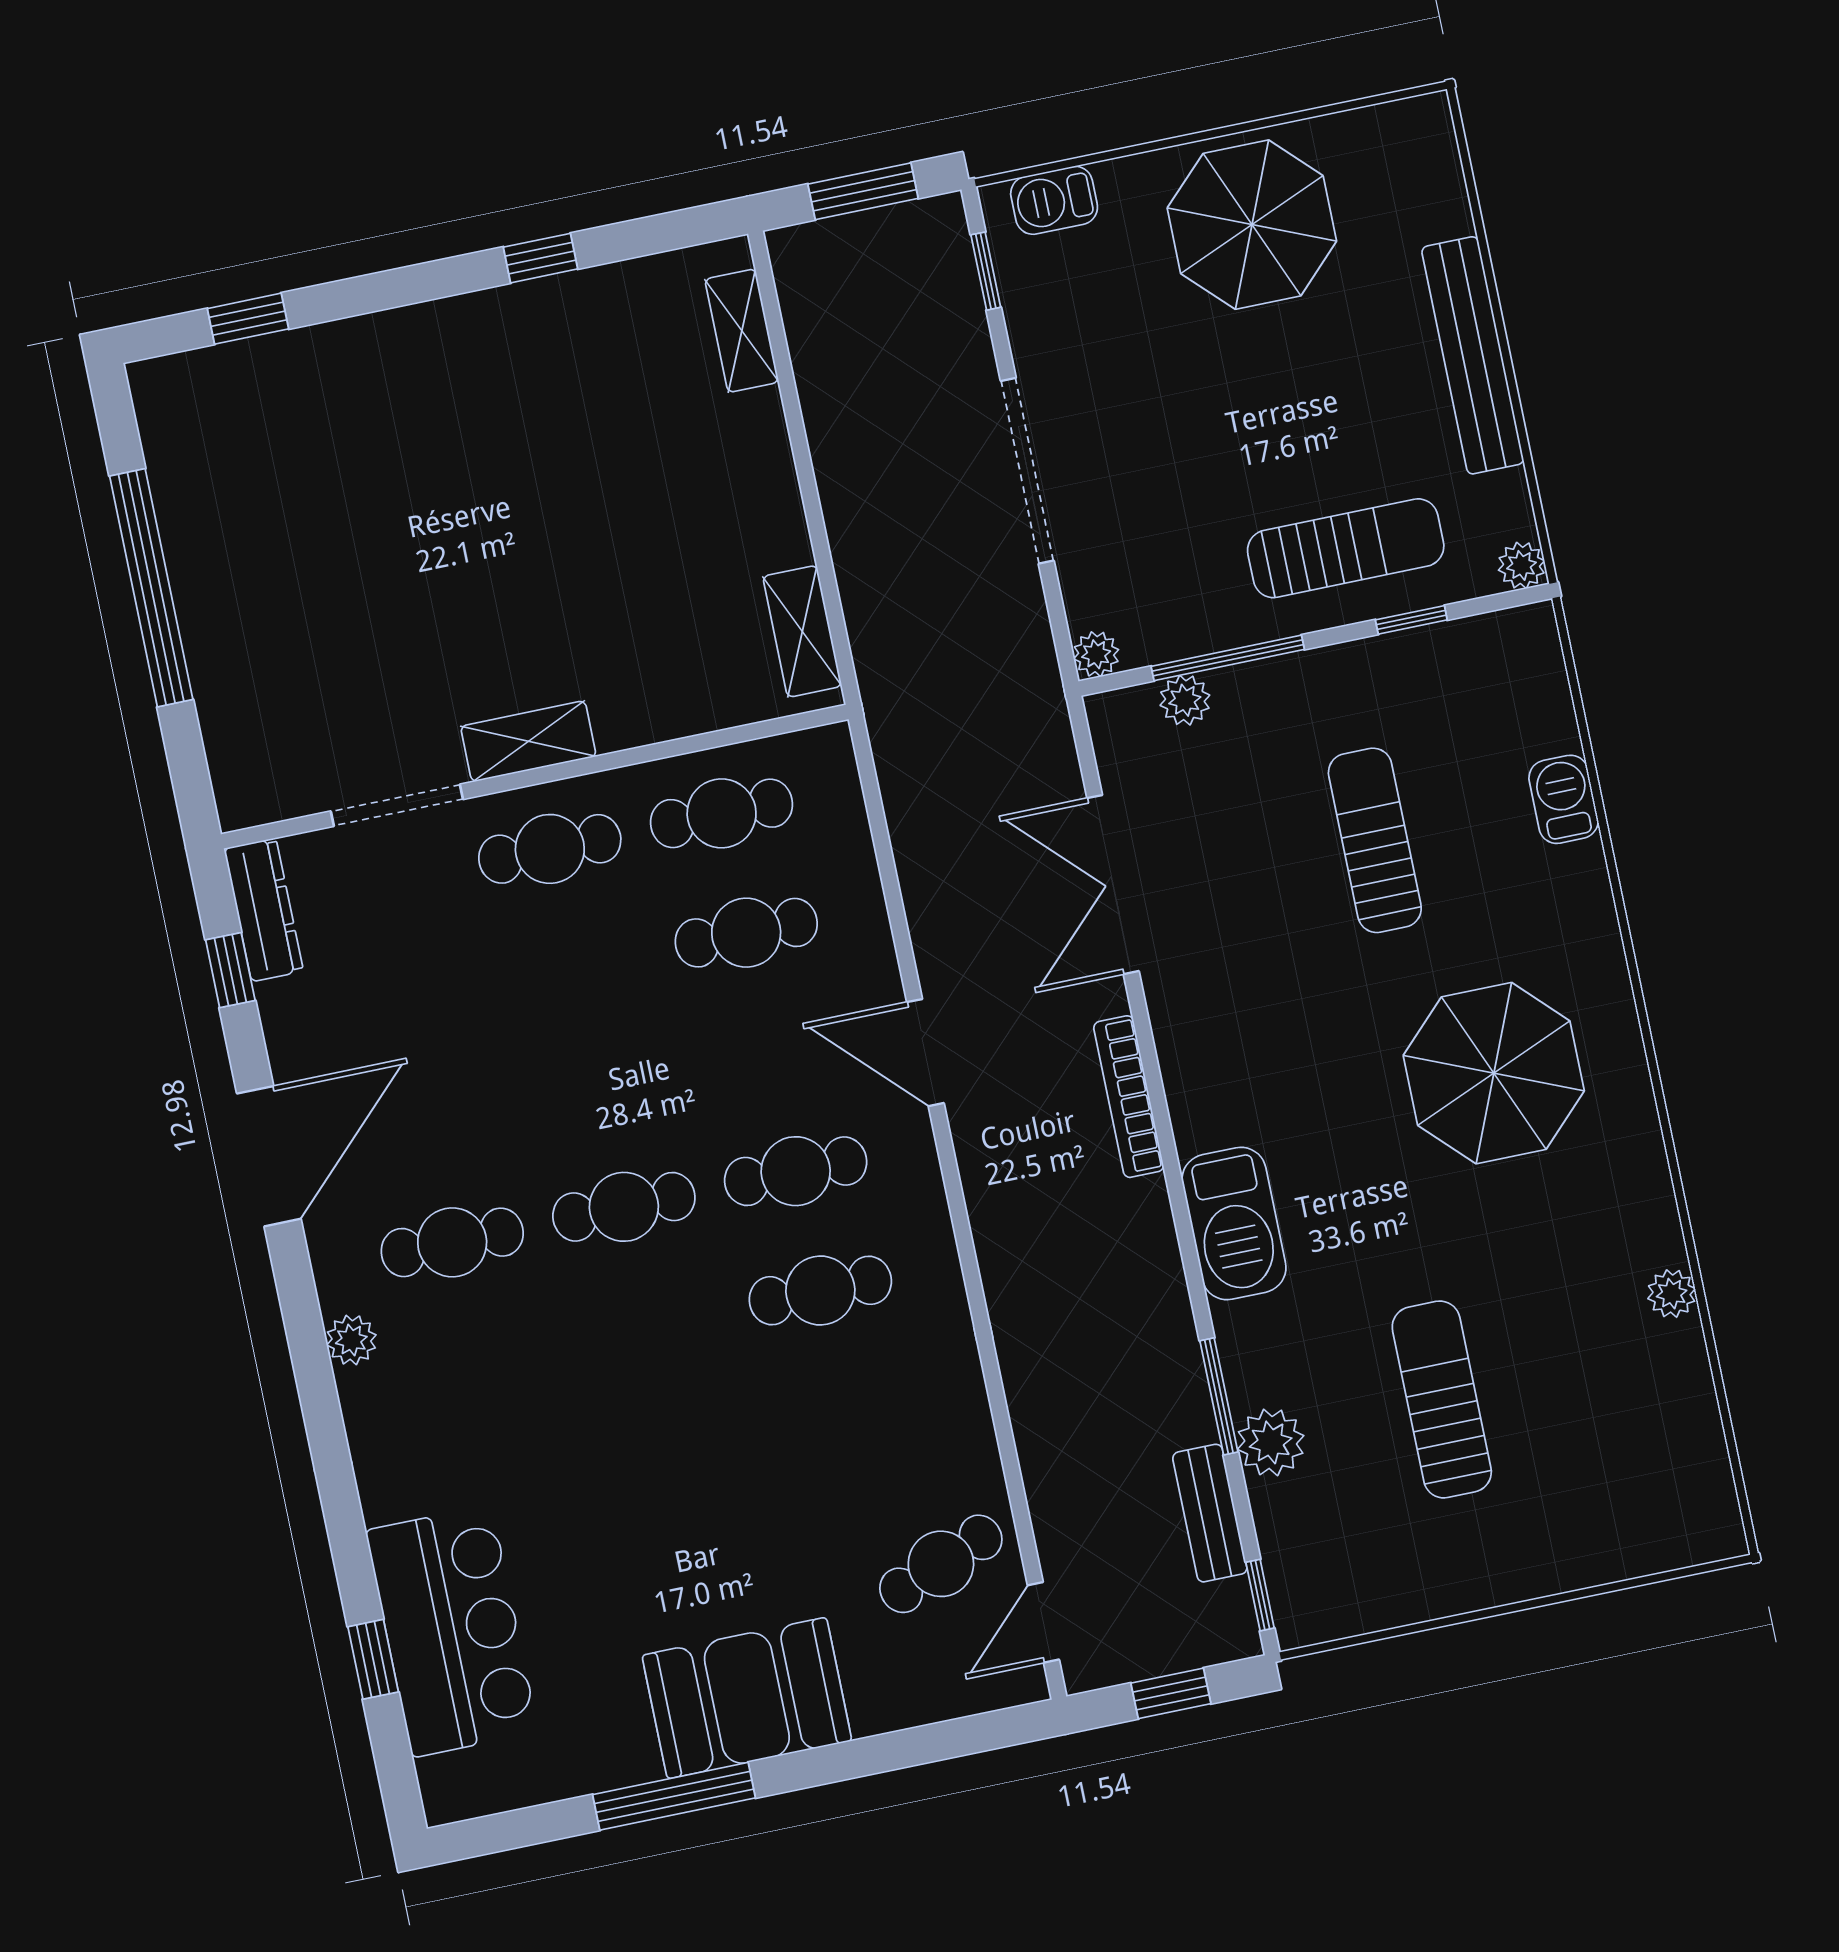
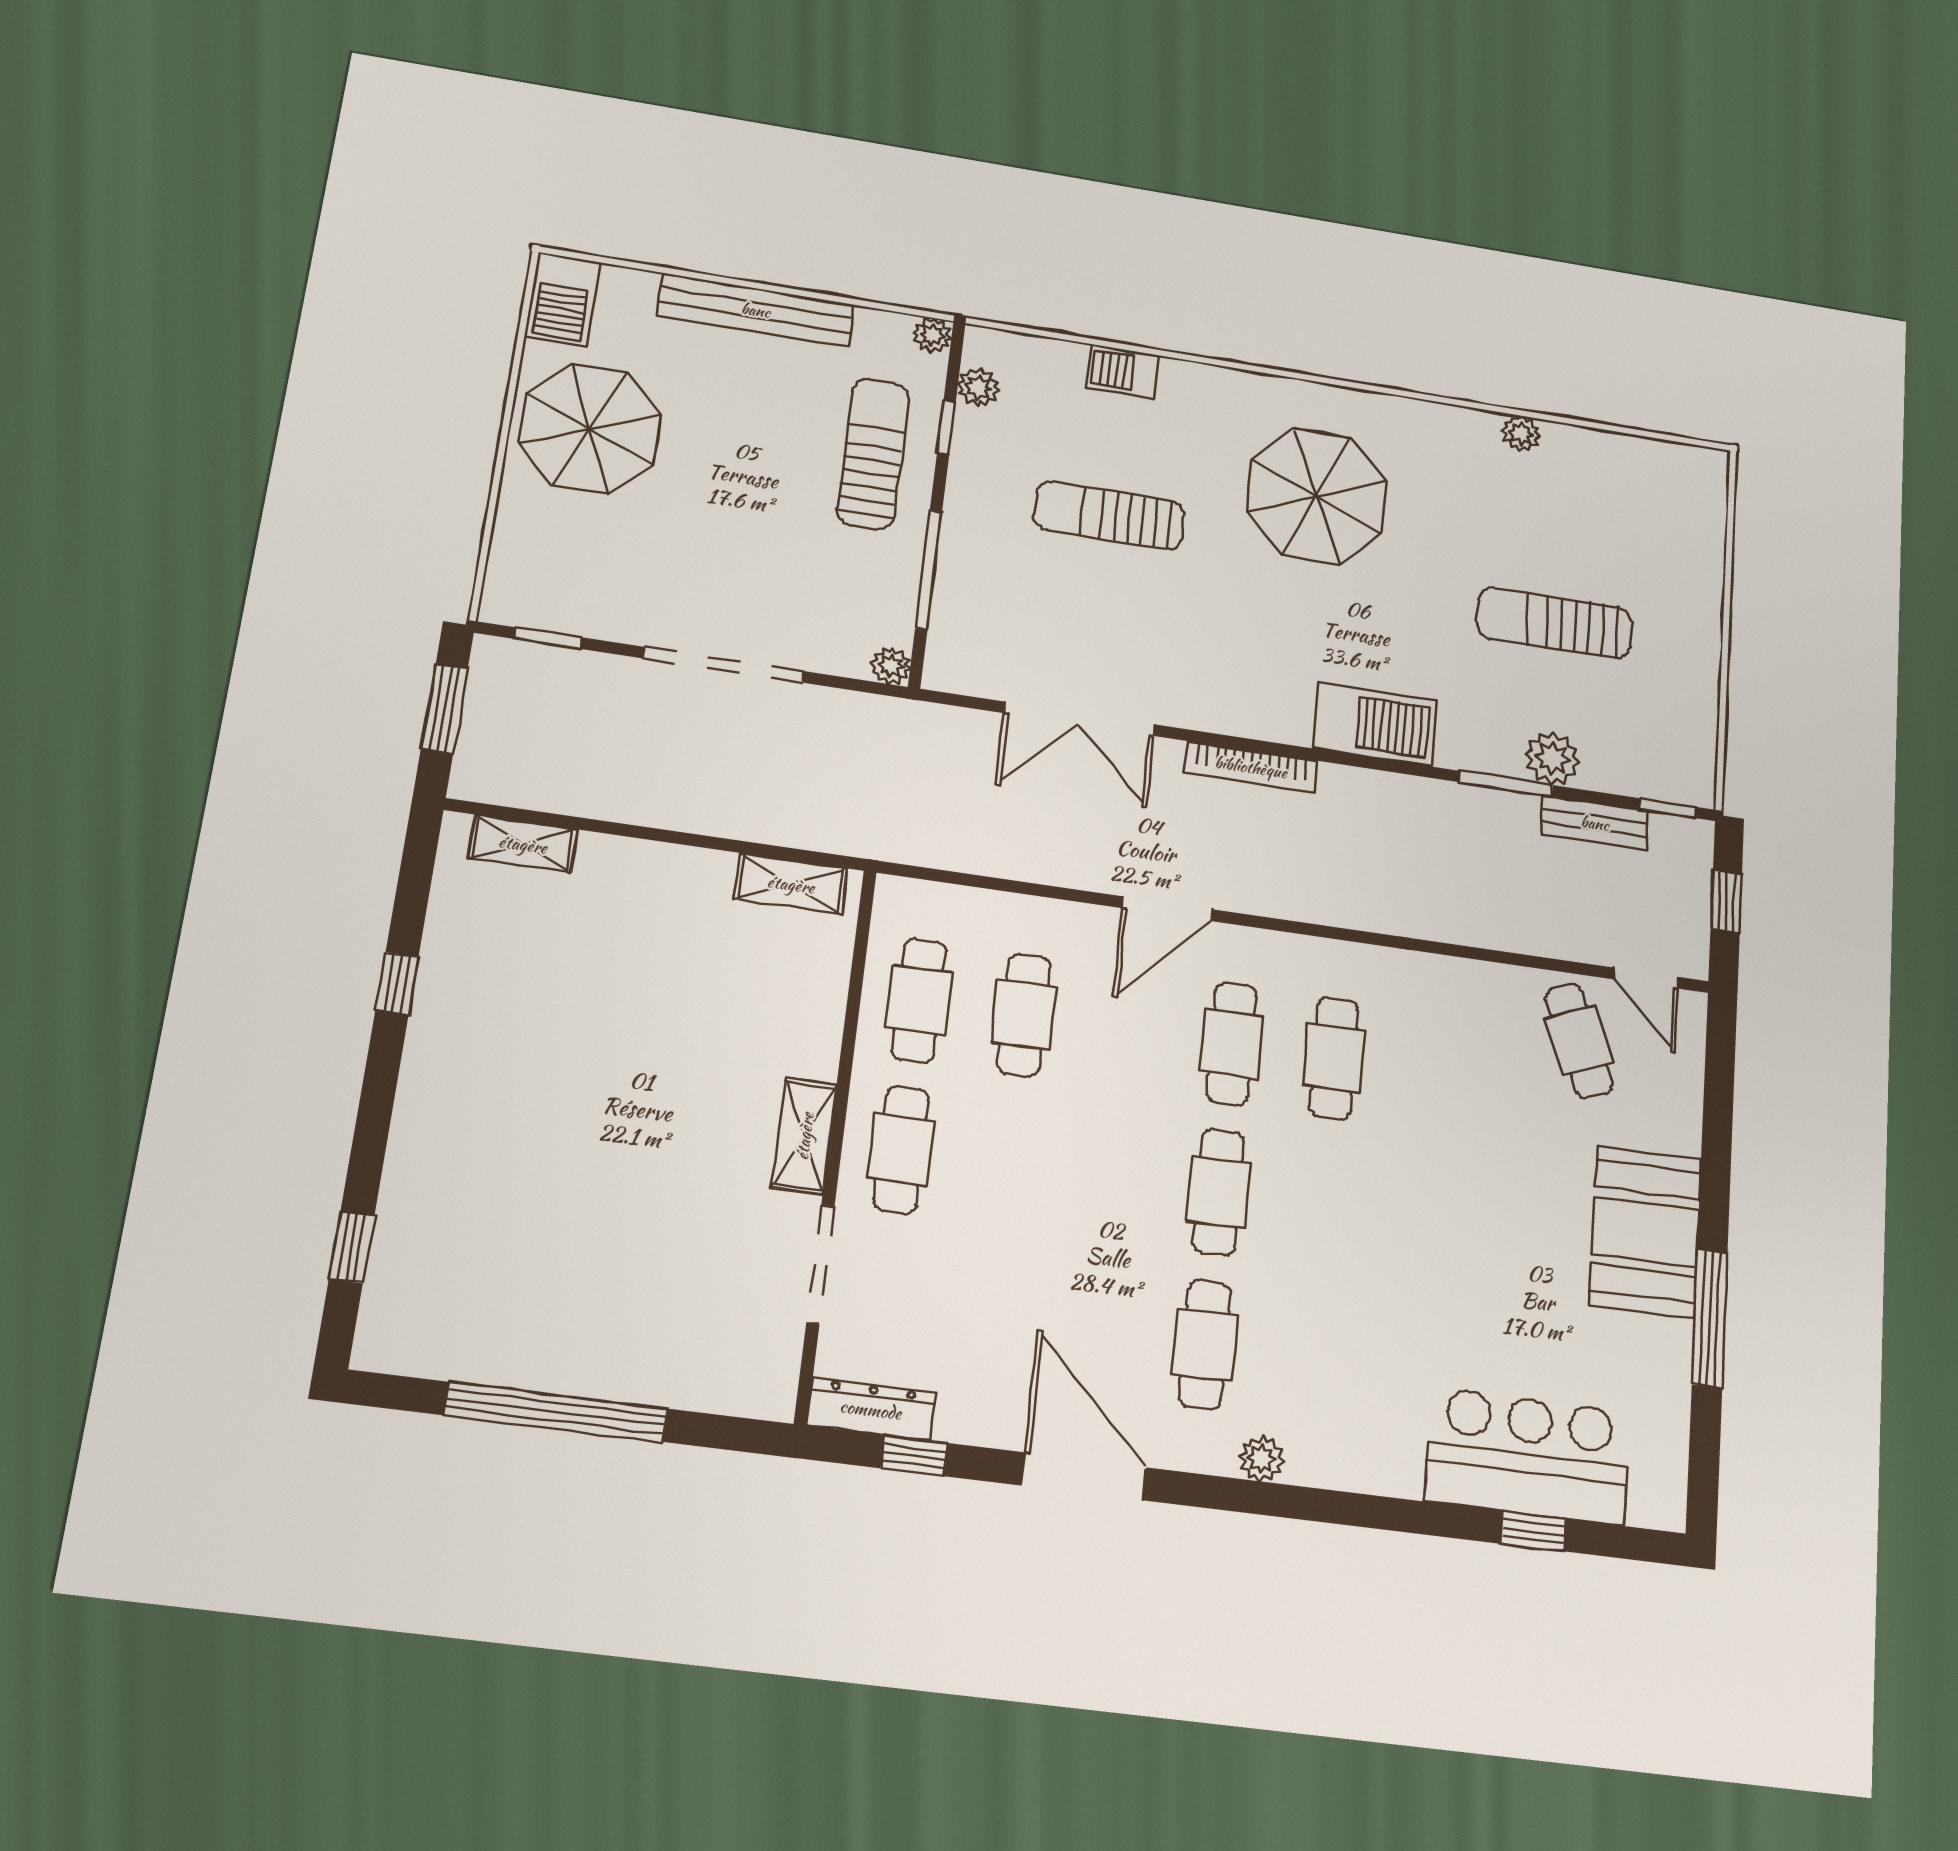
barbecue: (1054, 200) -> (563, 299), moved, width x1.38, depth x1.27
plant: (1185, 700) -> (978, 387), moved

